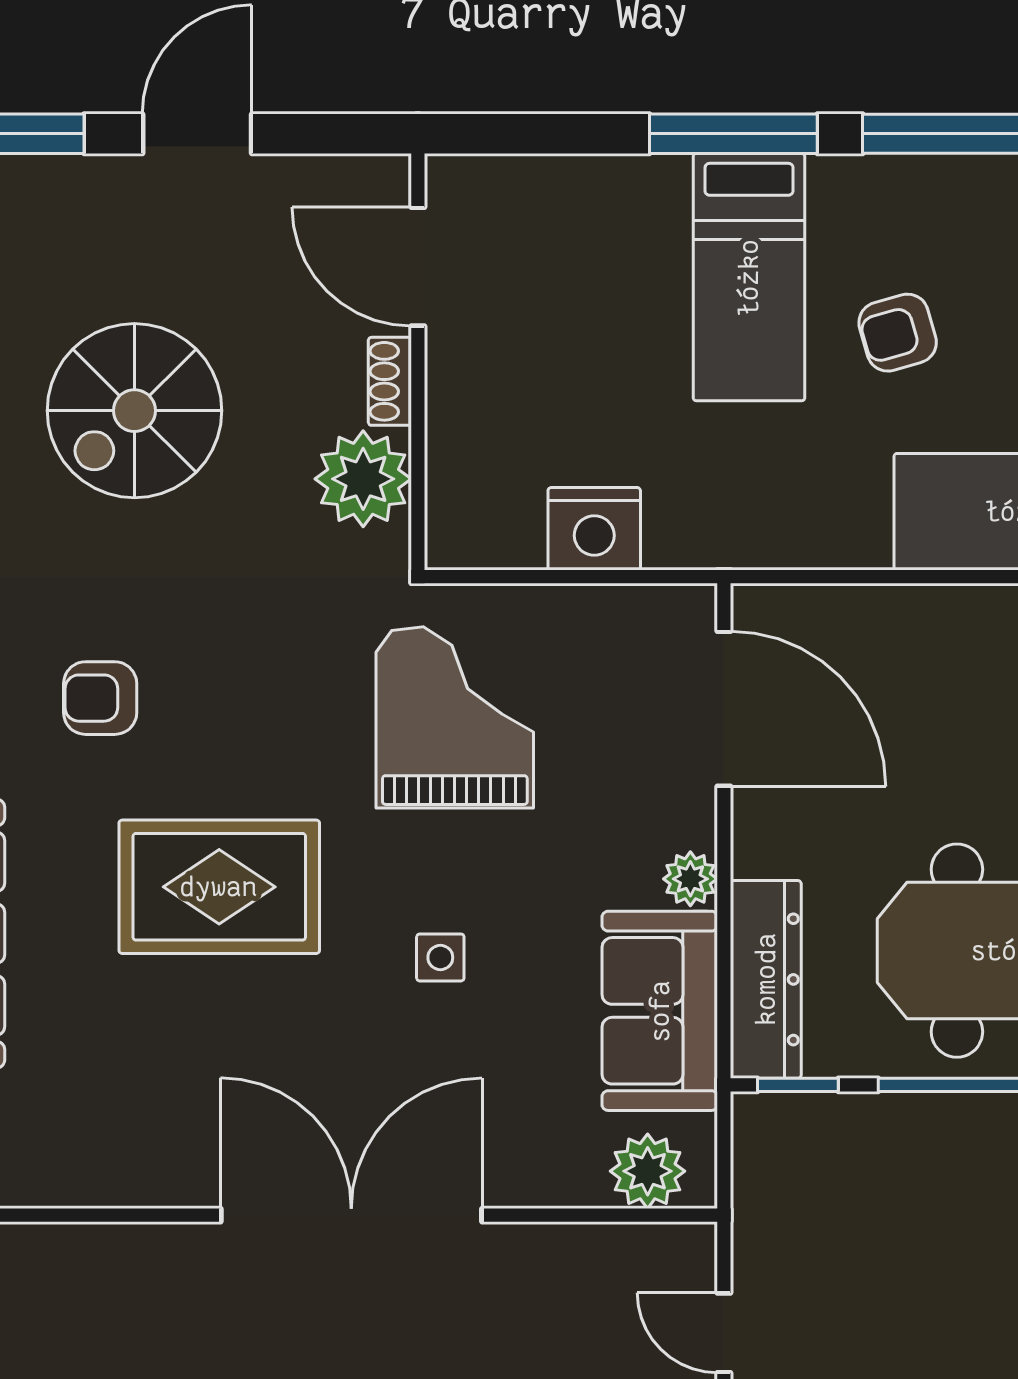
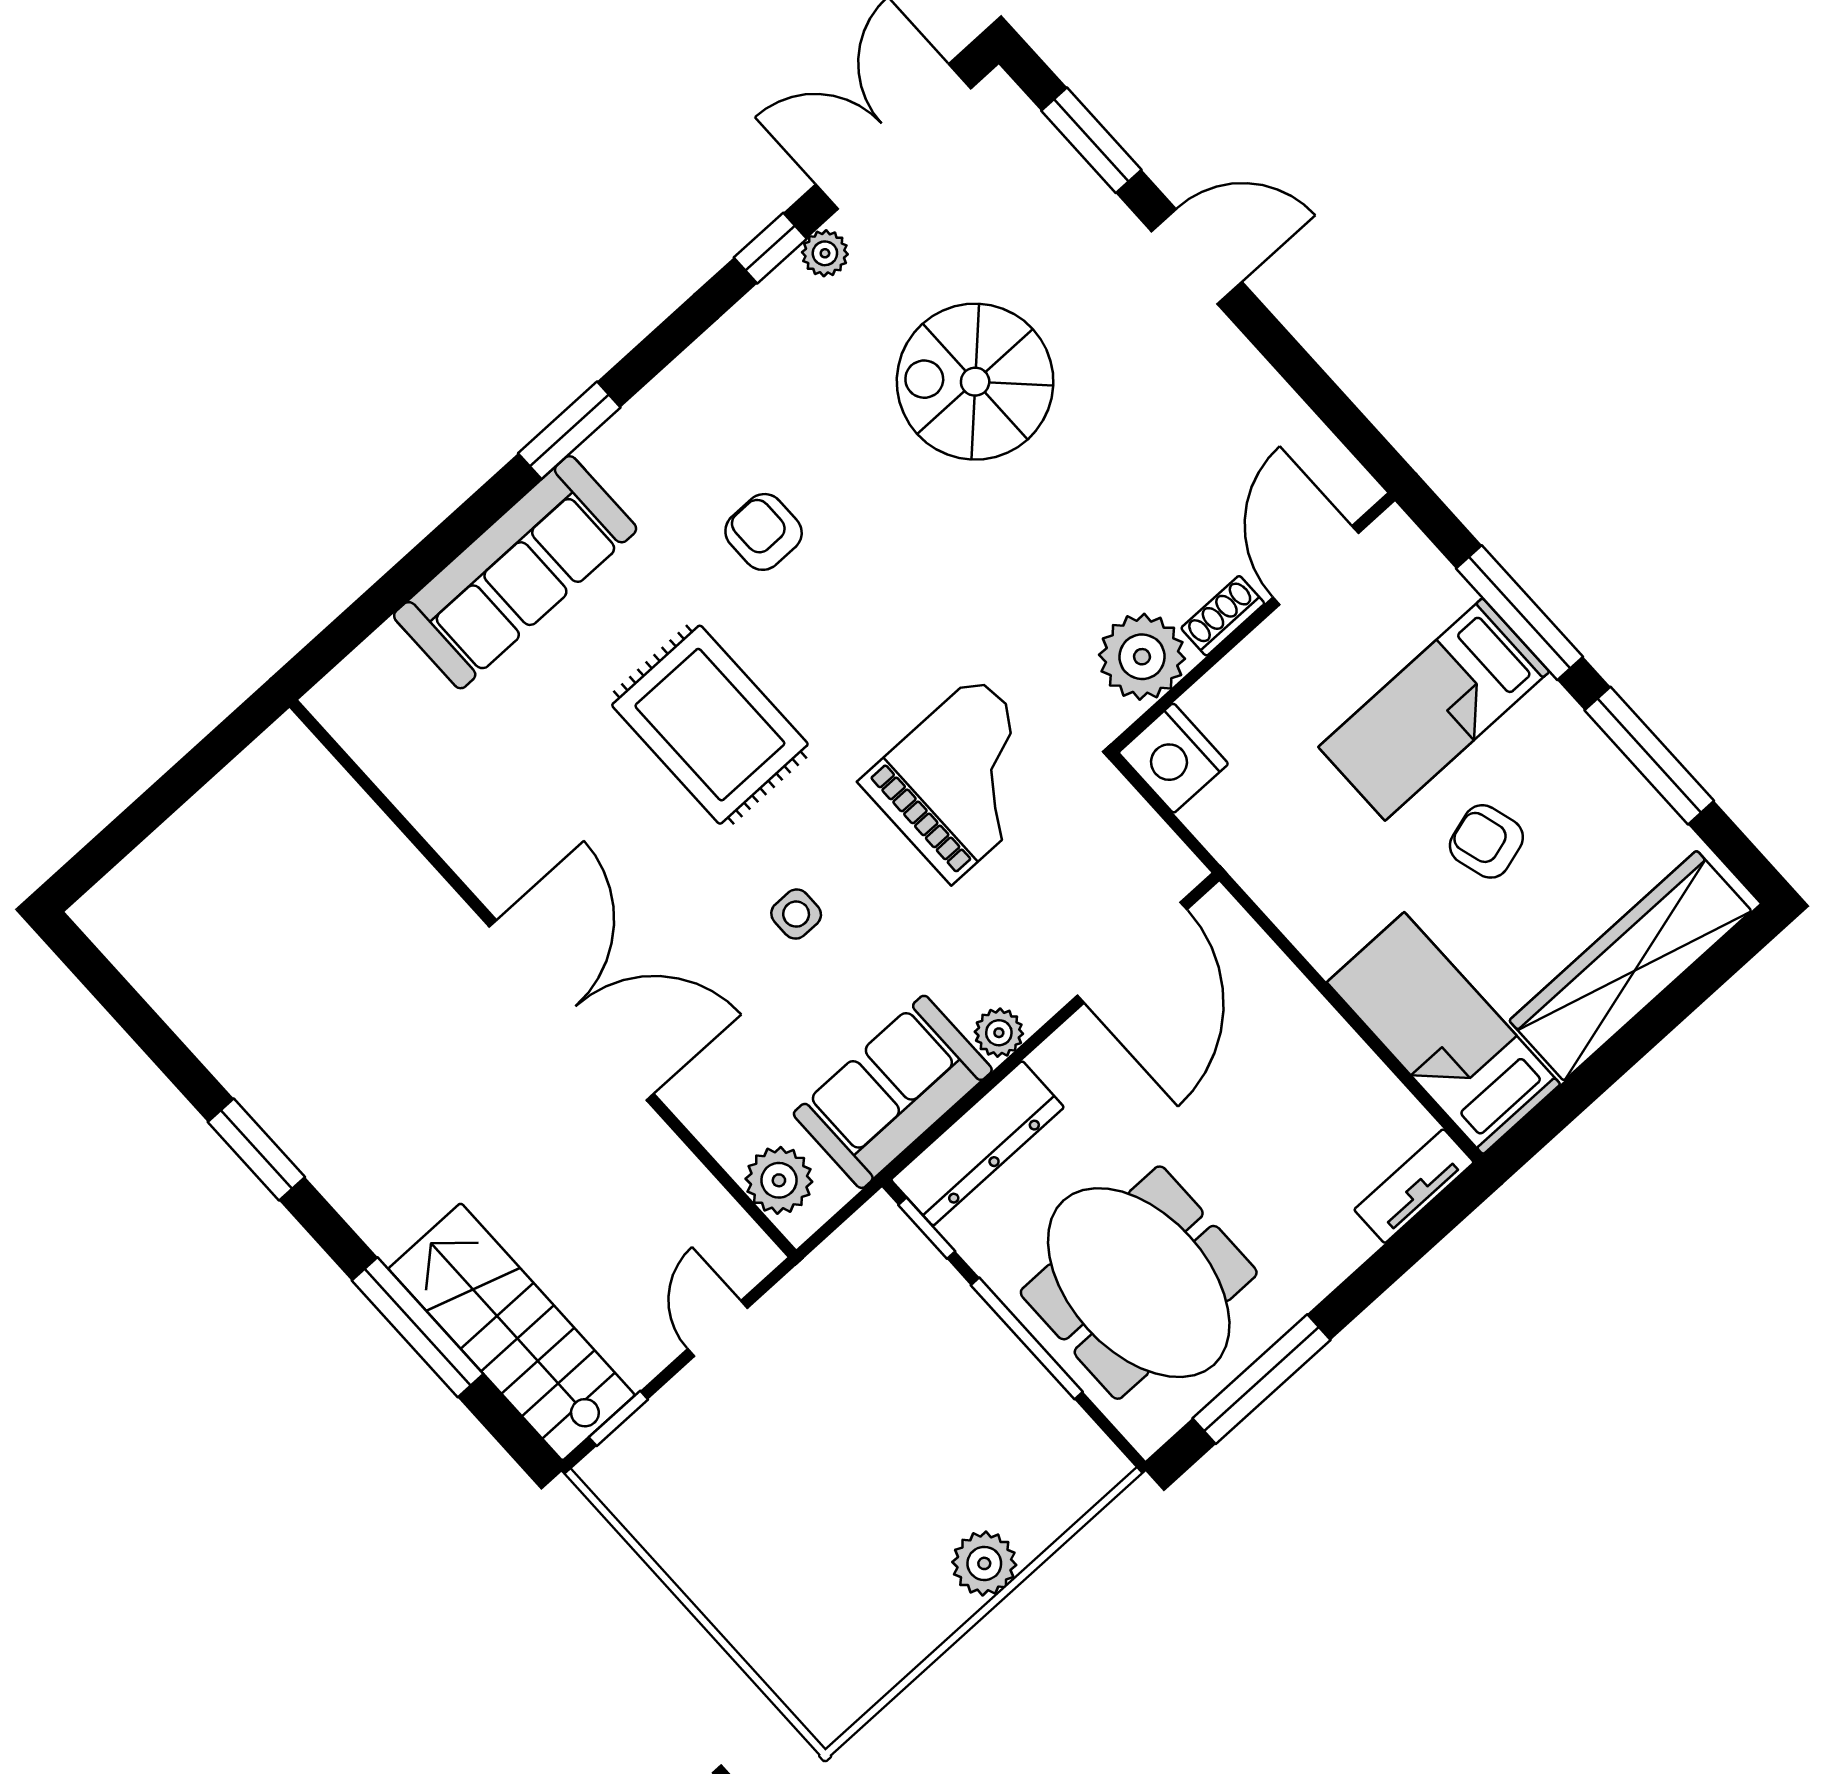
door: (418, 267) -> (1316, 565), moved
wall: (418, 362) -> (1253, 623), moved
shoe rack: (390, 381) -> (1223, 616), moved
plant: (363, 479) -> (1142, 657), moved

